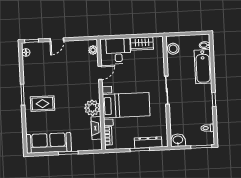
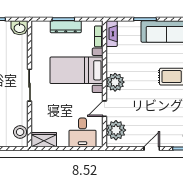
wardrobe: (142, 44) -> (44, 140), moved
plant: (93, 50) -> (116, 130), width x1.87, depth x1.87
plant: (92, 108) -> (115, 82), moved
fireplace: (96, 128) -> (112, 34), moved
dresser: (148, 142) -> (66, 27), moved

